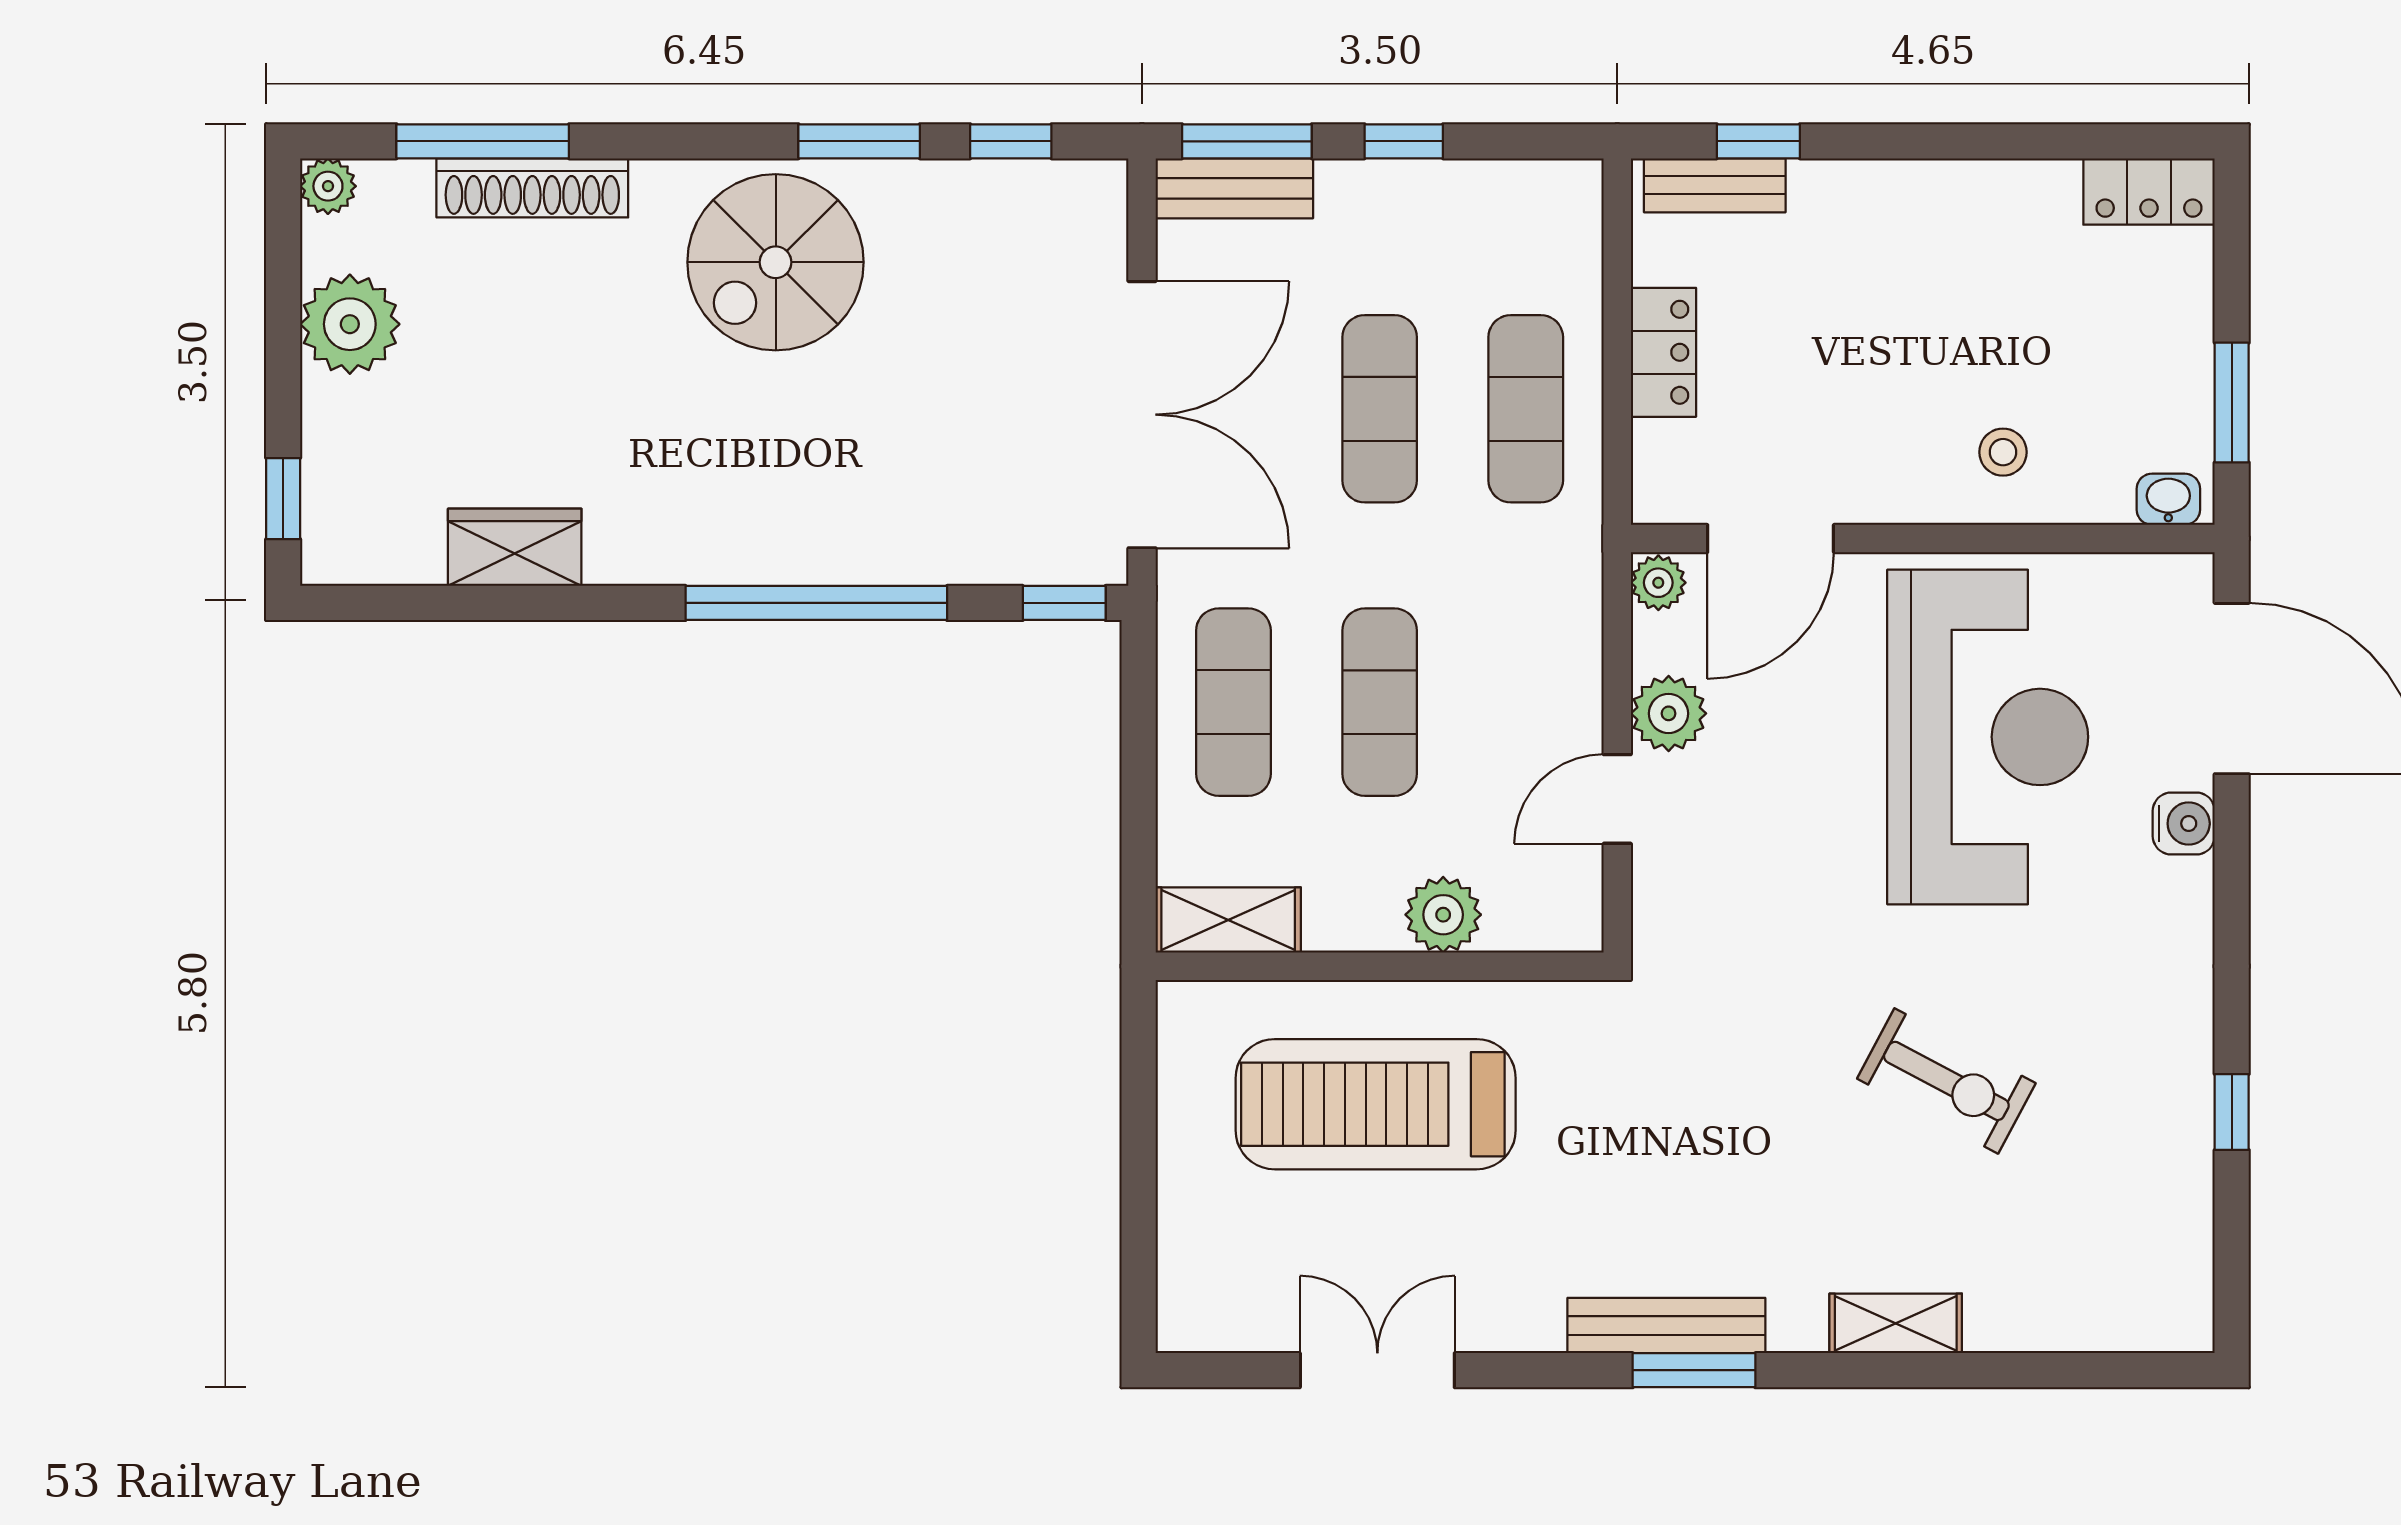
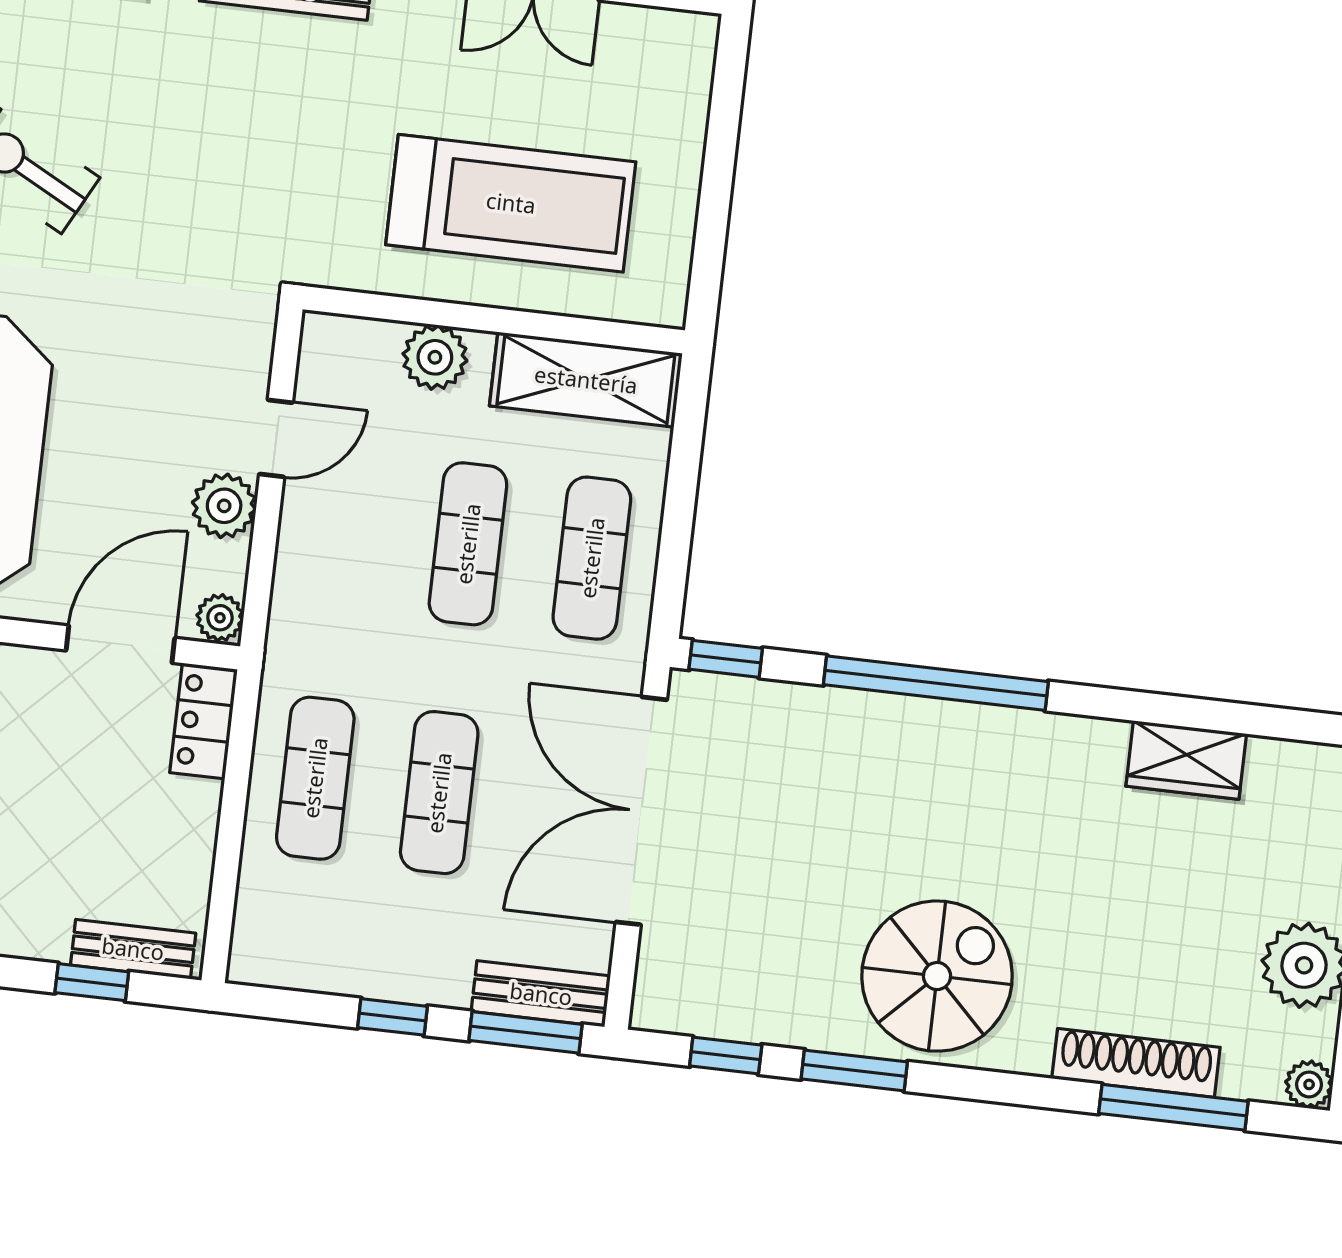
locker: (1663, 352) -> (204, 721), moved
shelving: (1228, 920) -> (586, 380), width x1.50, depth x1.33

